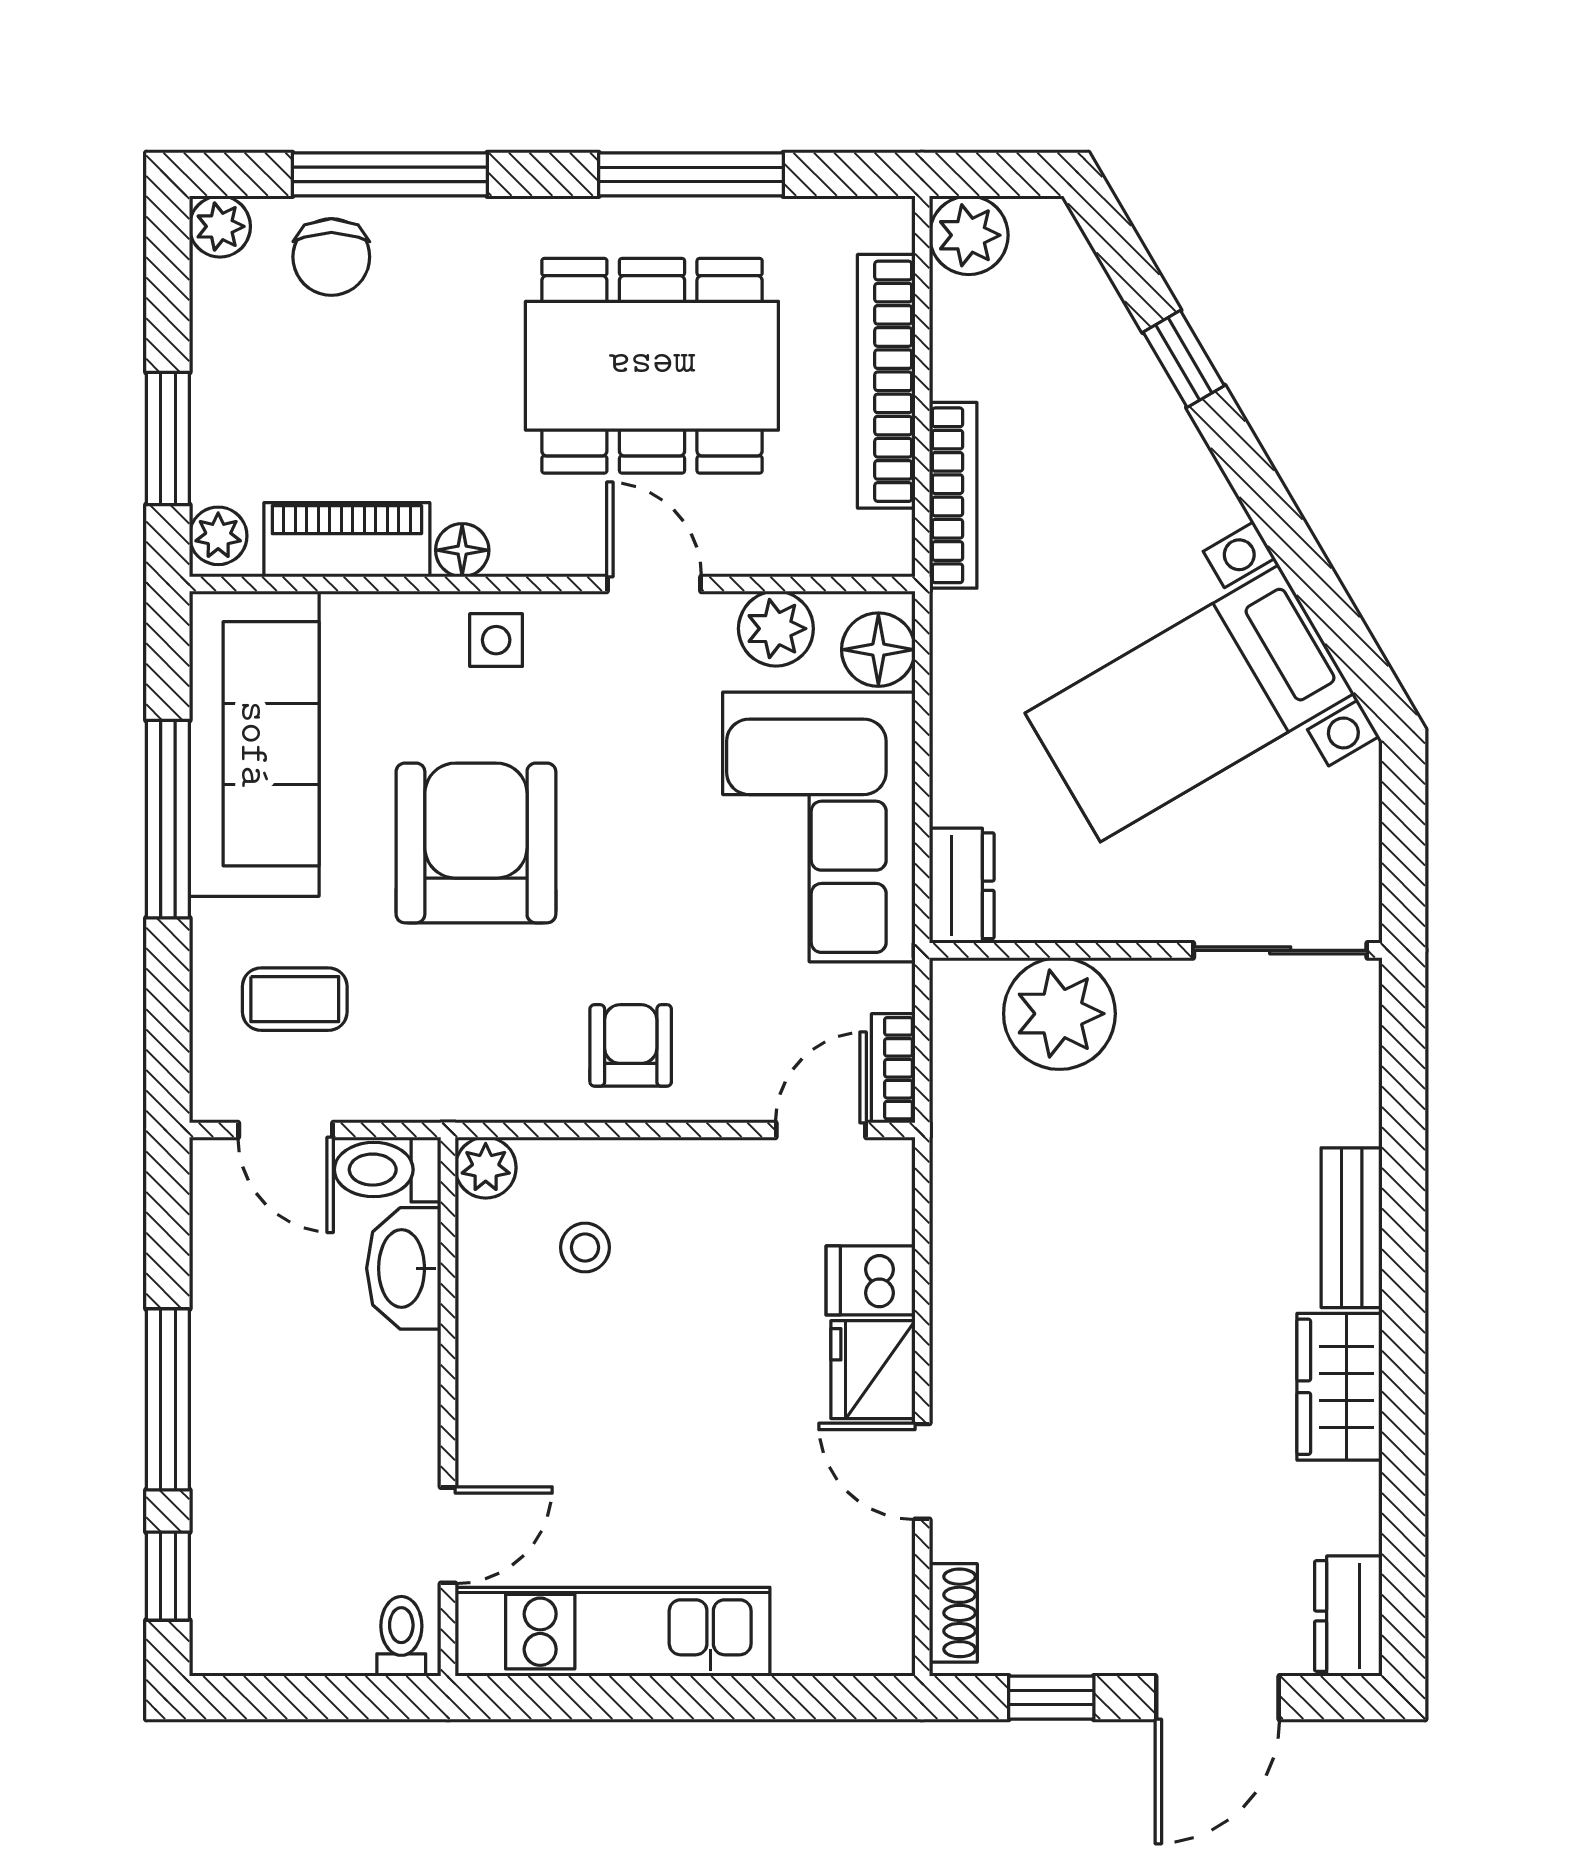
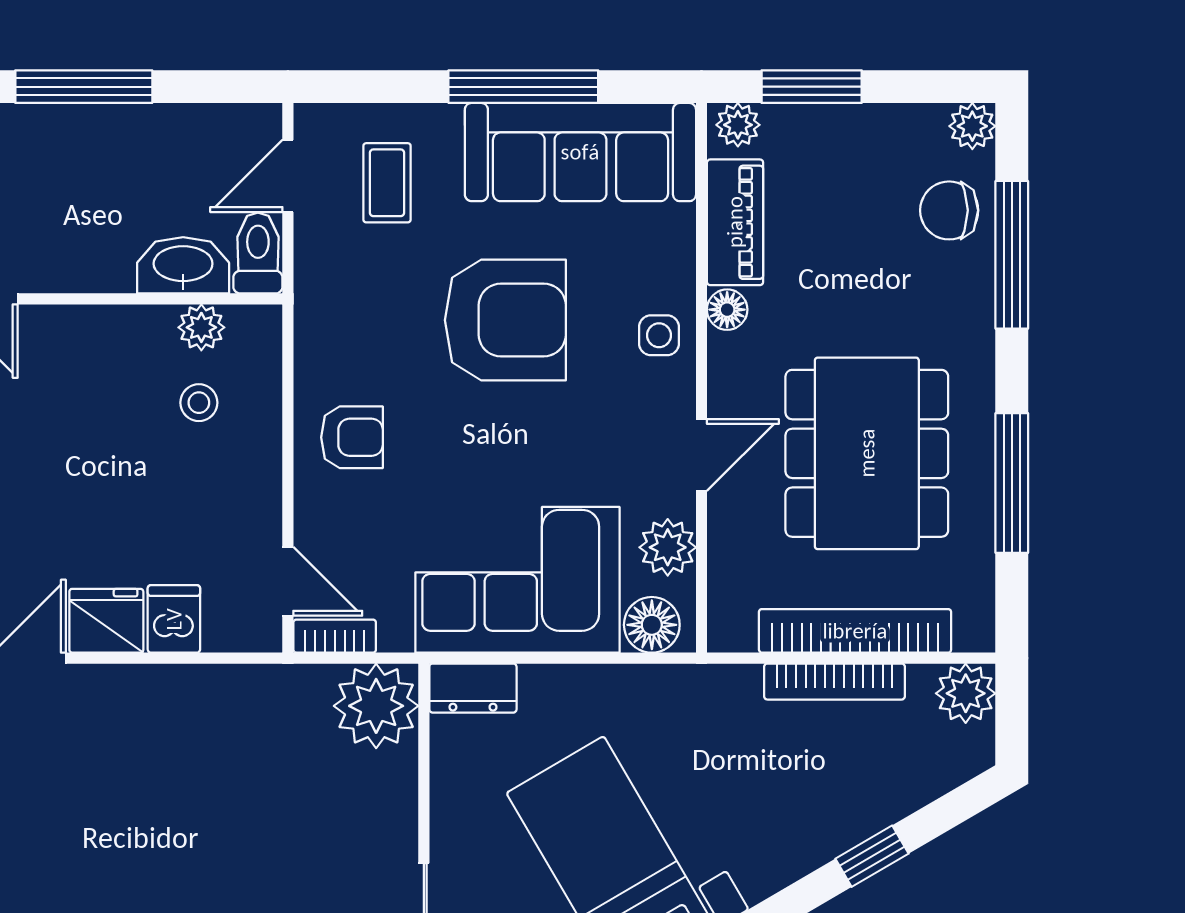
bookcase: (953, 495) -> (834, 682), moved
plant: (1059, 1014) -> (376, 706), moved
plant: (486, 1168) -> (201, 327), moved

